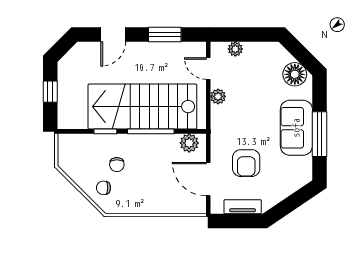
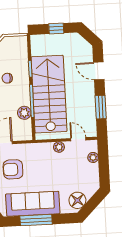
door: (208, 69) -> (78, 139), hinge flipped
sofa: (296, 128) -> (33, 204), width x1.36
plant: (189, 143) -> (24, 113), moved

